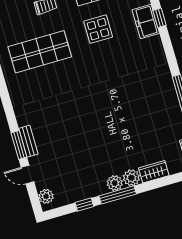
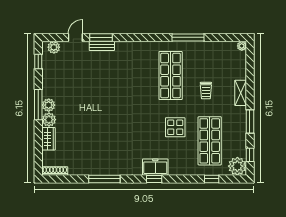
window: (160, 18) -> (154, 179), moved
freezer: (146, 22) -> (155, 167), moved
window: (84, 205) -> (38, 62), moved

